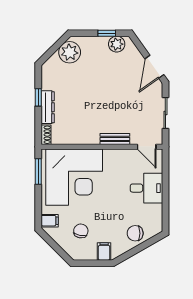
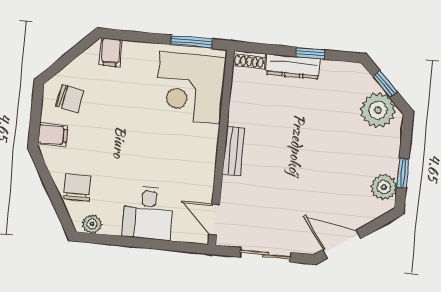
window: (53, 50) -> (385, 84), added
bench: (115, 139) -> (234, 151), moved
door: (147, 147) -> (214, 219), hinge flipped
corner desk: (74, 177) -> (190, 87), width x0.74, depth x0.74
plant: (157, 222) -> (92, 224), added
chair: (81, 231) -> (70, 99), moved

